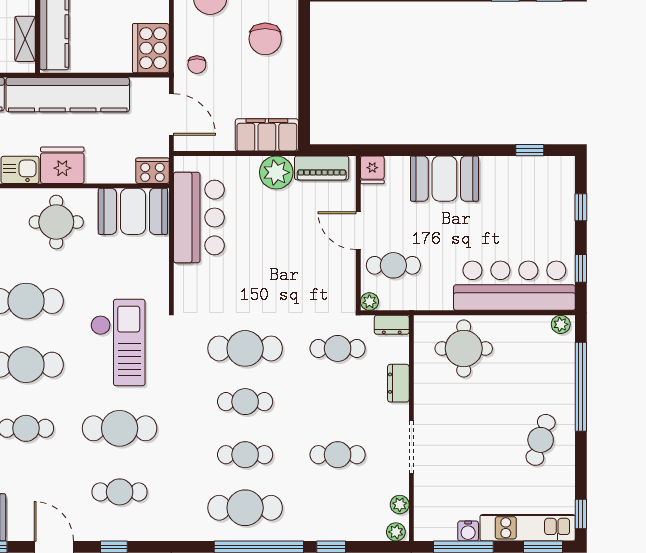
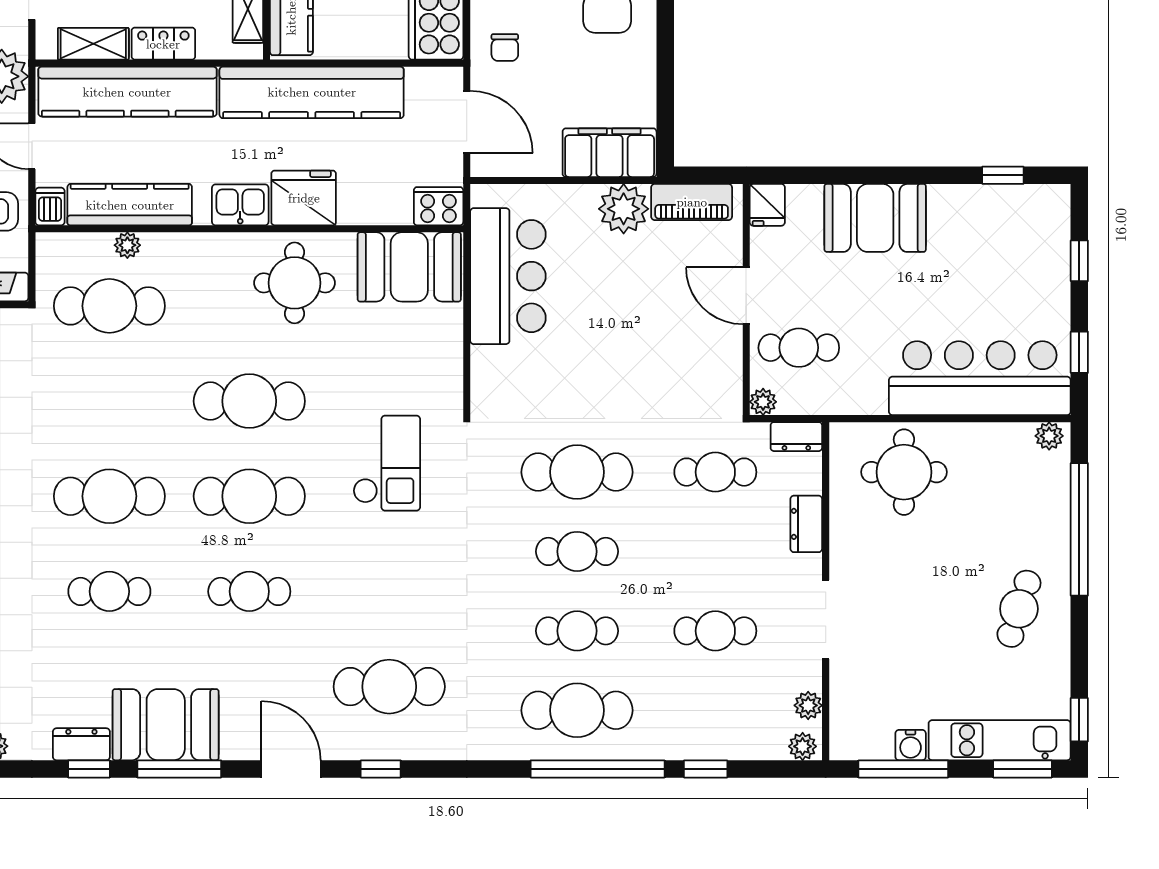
checkout: (118, 343) -> (387, 463), width x0.73, depth x0.83
cafe table: (120, 428) -> (389, 591), removed
cafe table: (120, 492) -> (389, 687), width x1.37, depth x1.35

